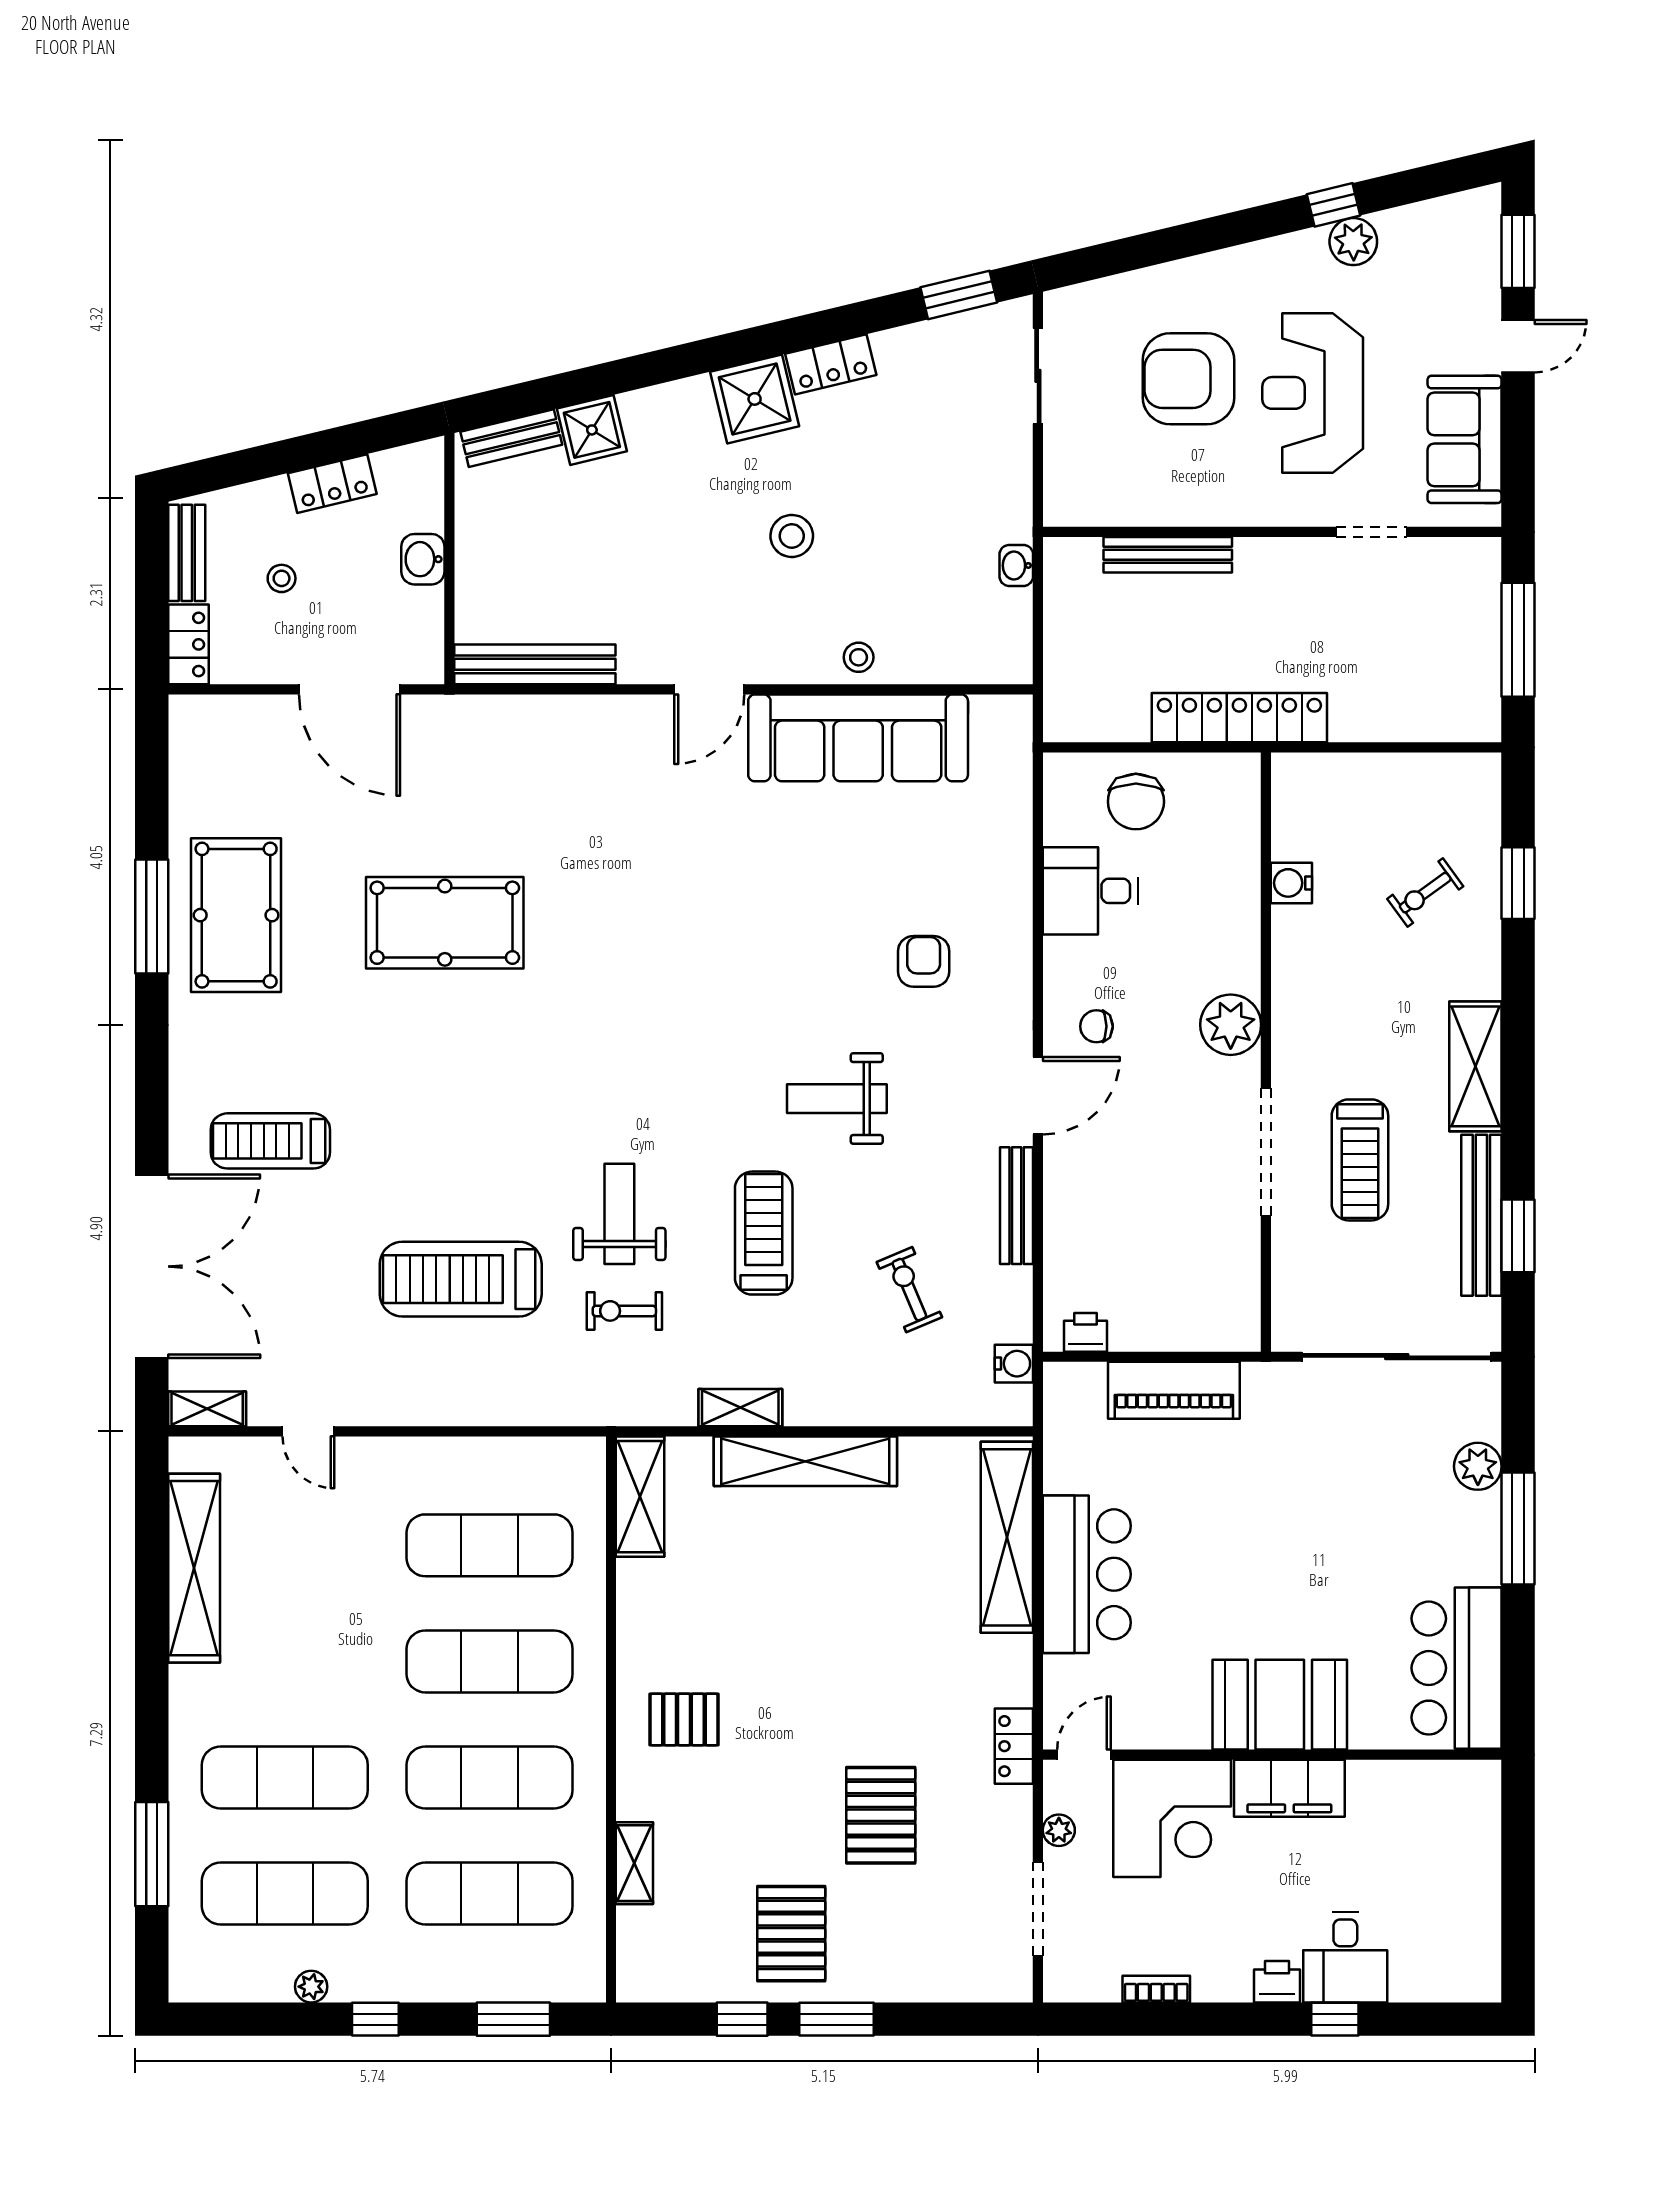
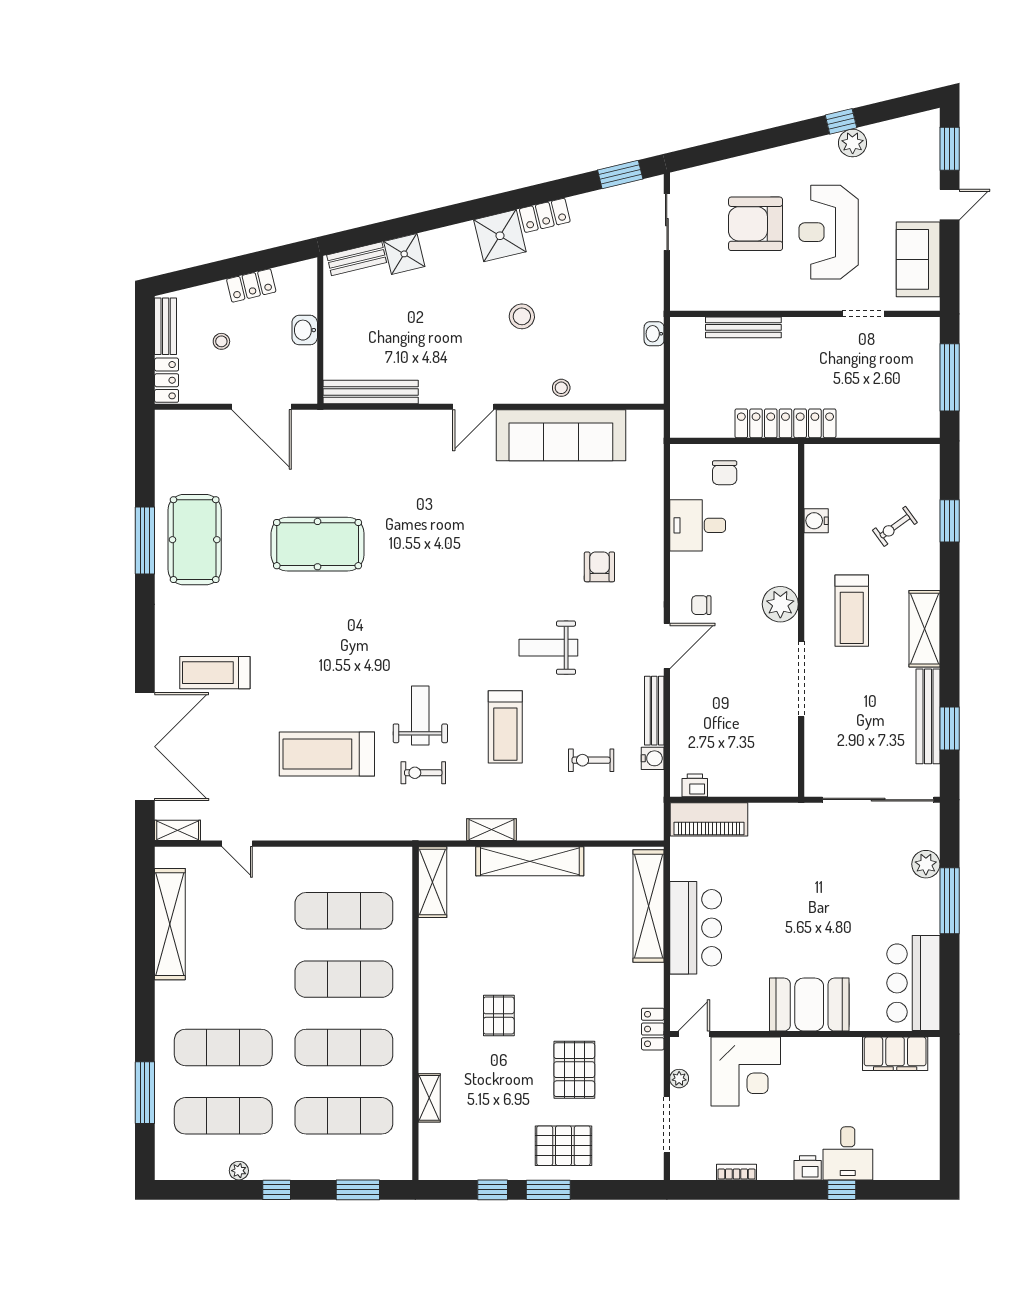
chair: (1136, 802) -> (725, 473), width x0.73, depth x0.73
treadmill: (1360, 1160) -> (852, 611), moved
treadmill: (764, 1233) -> (505, 727), turned 180
exercise bike: (909, 1290) -> (591, 760), turned -67
water cooler: (1014, 1364) -> (653, 758), moved
piano: (1174, 1390) -> (709, 819), moved
pallet: (684, 1719) -> (499, 1016), moved, turned 90
filing cabinet: (1289, 1788) -> (895, 1054), moved
pallet: (791, 1934) -> (563, 1146), moved, turned 90

